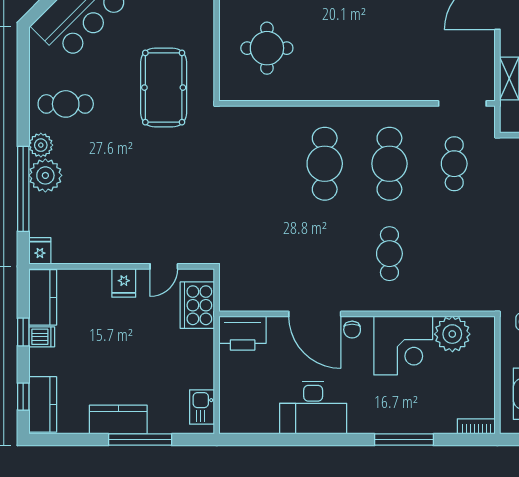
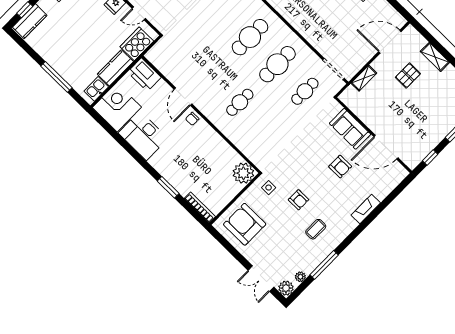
door: (315, 314) -> (183, 97), width x0.73
plant: (452, 334) -> (243, 173), moved
corner desk: (403, 346) -> (117, 107), moved, turned 180
kitchen counter: (118, 419) -> (115, 68), moved, turned -90
bookcase: (476, 426) -> (200, 207), width x1.56
window: (404, 440) -> (168, 187), width x0.69

